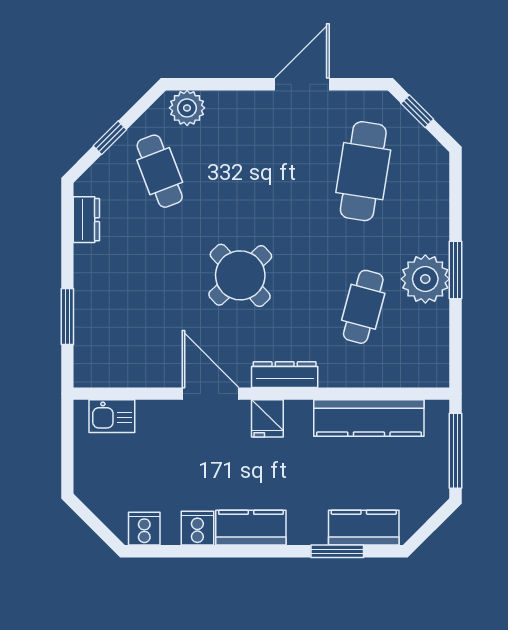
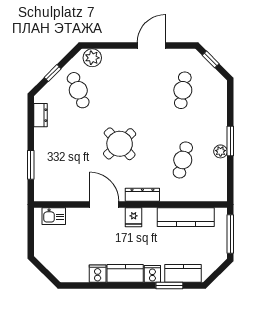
cafe table: (363, 171) -> (183, 90), width x0.73, depth x0.74
plant: (425, 279) -> (220, 151), width x0.53, depth x0.53
cooker: (144, 529) -> (152, 274), moved

